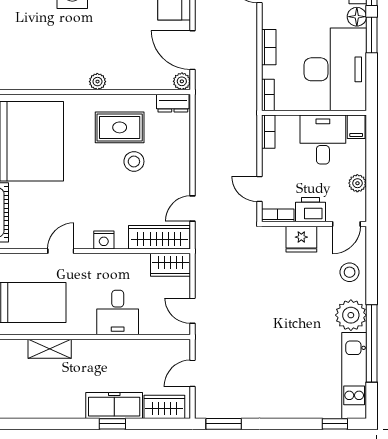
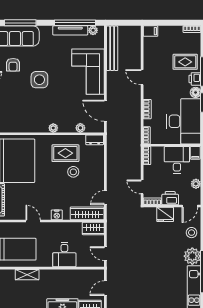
plant: (182, 81) -> (80, 128), moved
door: (61, 251) -> (33, 221), hinge flipped

